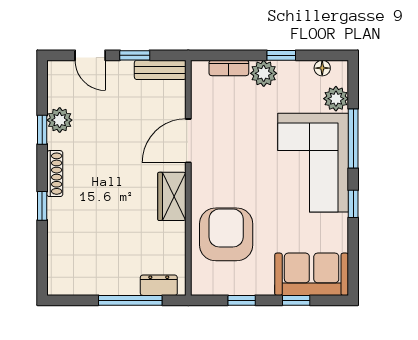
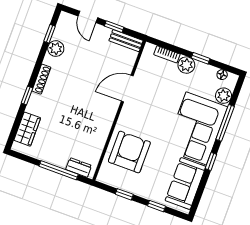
window: (42, 130) -> (50, 34), moved
wardrobe: (172, 196) -> (27, 129), moved, turned 180
sofa: (312, 274) -> (185, 183), moved, turned -90

